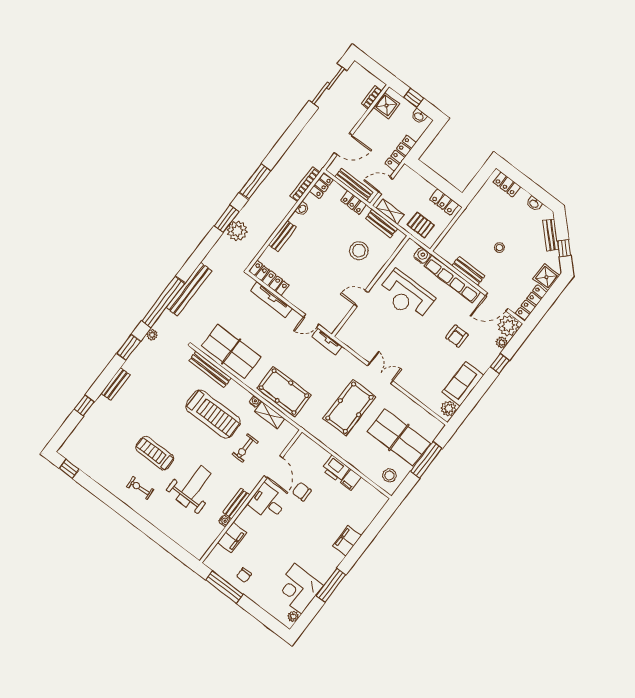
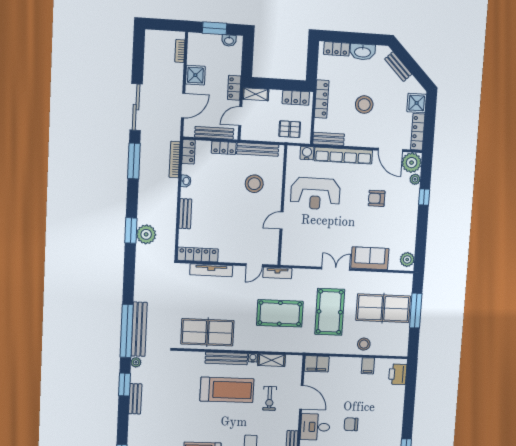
sliding door: (328, 86) -> (136, 107), moved
window: (414, 98) -> (215, 28), width x1.50
shower: (386, 105) -> (195, 75), moved
locker: (401, 153) -> (234, 88), width x0.66
window: (255, 182) -> (134, 161), moved
washbasin: (534, 204) -> (363, 52), width x1.91, depth x1.45
shelving: (390, 211) -> (256, 94), moved
locker: (466, 218) -> (322, 99), added
bench: (382, 224) -> (258, 149), width x1.36
stool: (499, 248) -> (364, 105), width x1.89, depth x1.89
window: (564, 248) -> (416, 70), removed
bench: (468, 271) -> (329, 139), moved
bench: (189, 289) -> (139, 329), moved
door: (497, 302) -> (390, 150), hinge flipped
armchair: (457, 336) -> (377, 198), turned 90
bench: (210, 369) -> (226, 358), moved
bench: (116, 384) -> (135, 399), moved
sofa: (463, 384) -> (370, 258), moved, turned 90
pool table: (284, 392) -> (280, 313), moved
printer: (336, 469) -> (398, 374), moved, turned 90
stool: (389, 475) -> (364, 344), moved
chair: (302, 492) -> (351, 424), moved
filing cabinet: (347, 541) -> (317, 364), moved, turned -90

